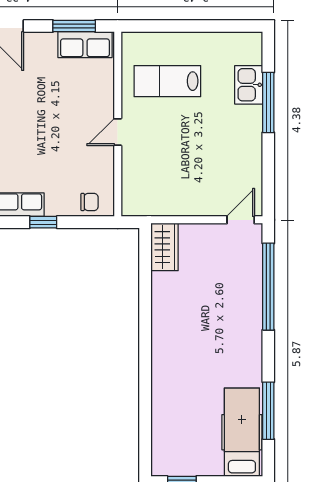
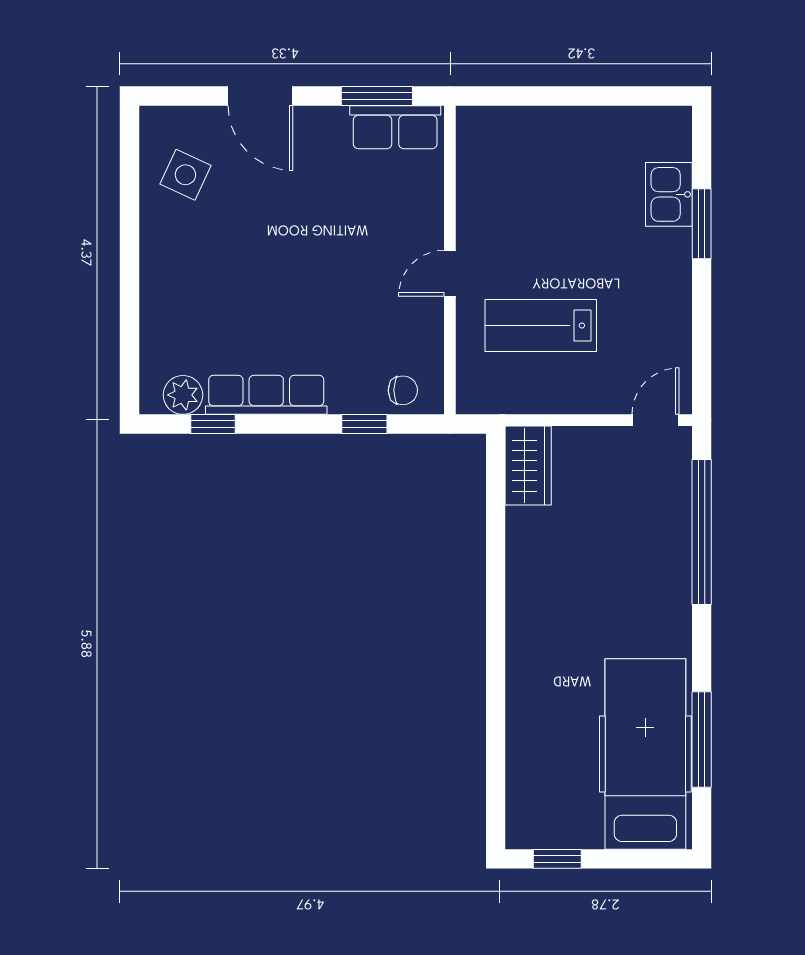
lab bench: (167, 81) -> (541, 325), moved
window: (268, 102) -> (702, 224), width x0.69
window: (43, 222) -> (364, 424), moved
hospital bed: (242, 432) -> (645, 754), width x1.37, depth x1.29

